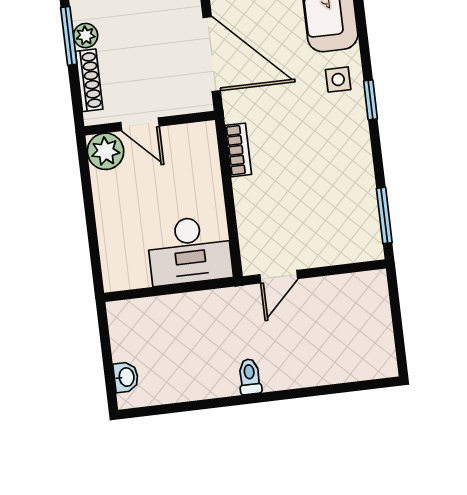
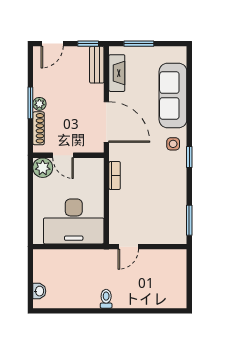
desk: (190, 250) -> (74, 221), width x1.36, depth x1.30

